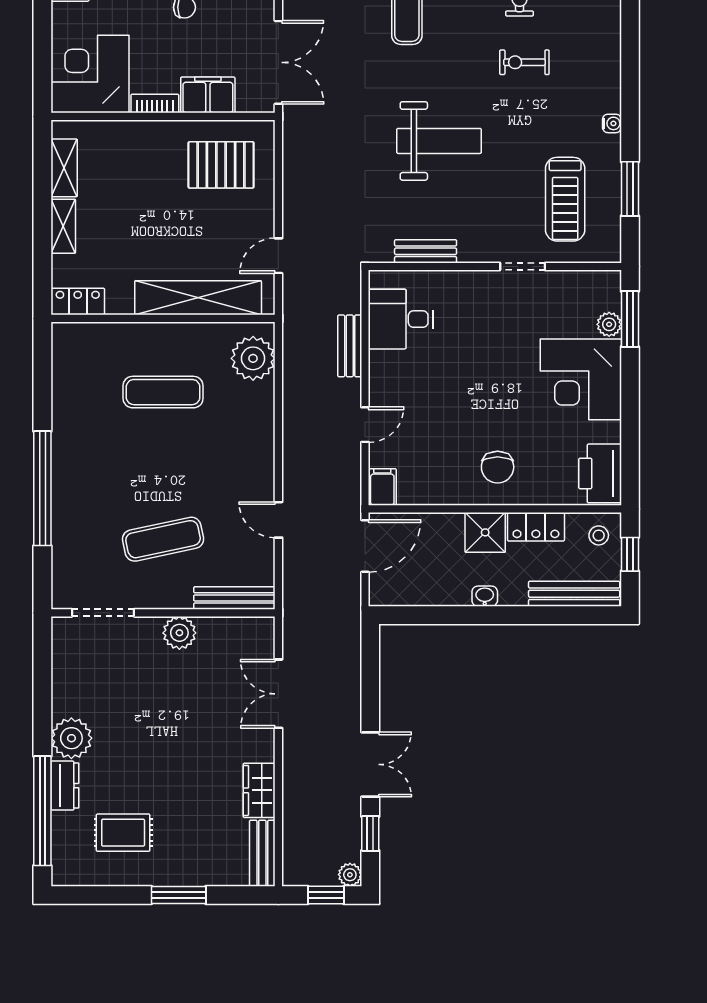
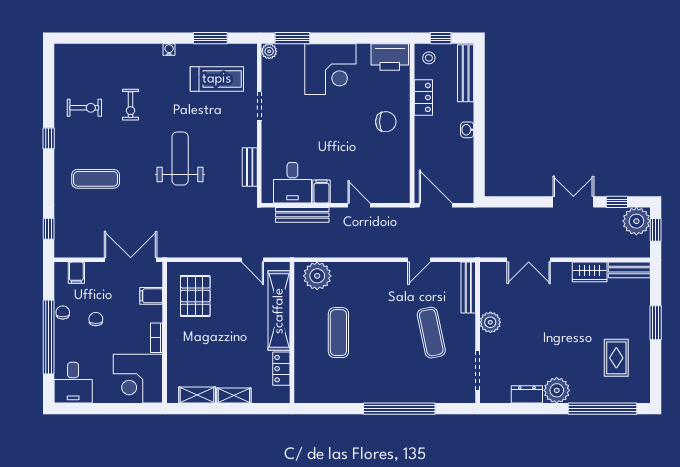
filing cabinet: (208, 95) -> (151, 296), width x0.50
locker: (78, 302) -> (281, 369), moved
plant: (609, 324) -> (269, 51), moved
bench: (350, 346) -> (302, 215), width x1.36
filing cabinet: (382, 487) -> (321, 191), moved, turned 90
shower: (485, 532) -> (427, 129), removed
dresser: (65, 786) -> (527, 394), moved
plant: (350, 875) -> (636, 221), width x1.88, depth x1.88

